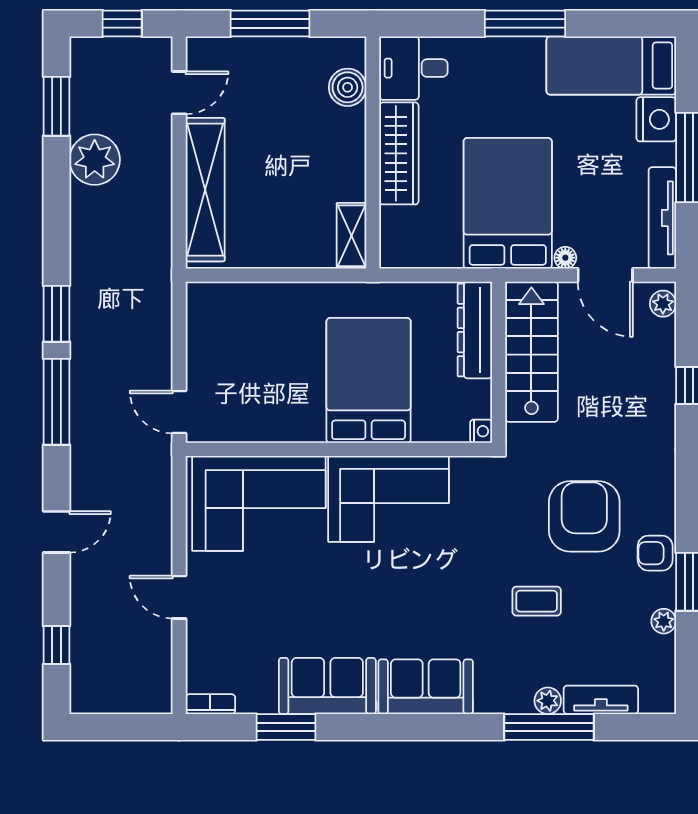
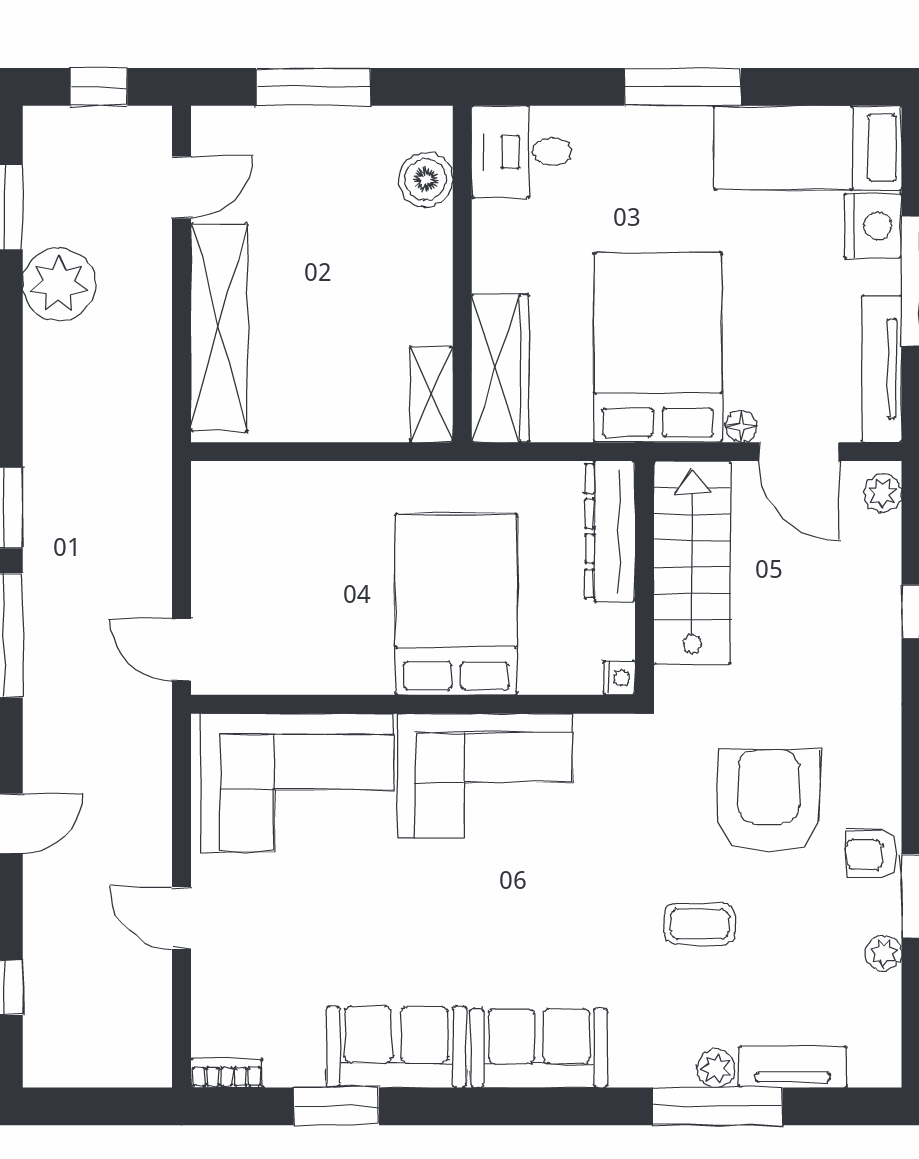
wardrobe: (399, 153) -> (500, 368), moved

